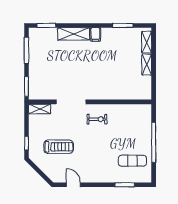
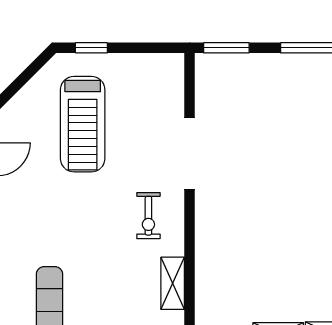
shelving: (40, 109) -> (173, 283), moved
treadmill: (59, 147) -> (83, 124), width x1.37, depth x1.38

